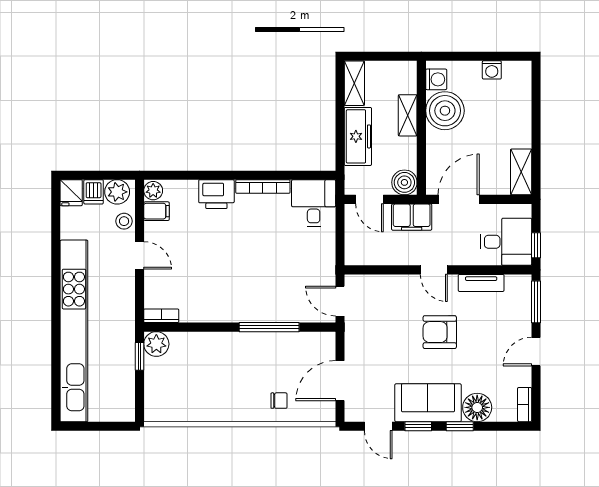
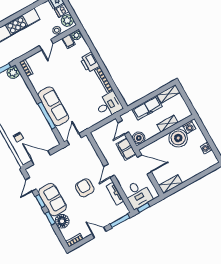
sofa: (259, 305) -> (53, 106), added

